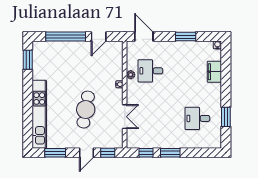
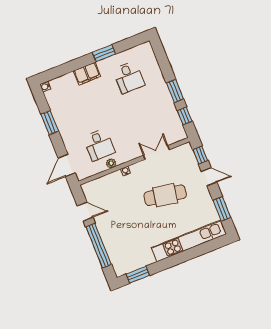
filing cabinet: (214, 72) -> (87, 74), moved
window: (226, 117) -> (104, 53), moved

